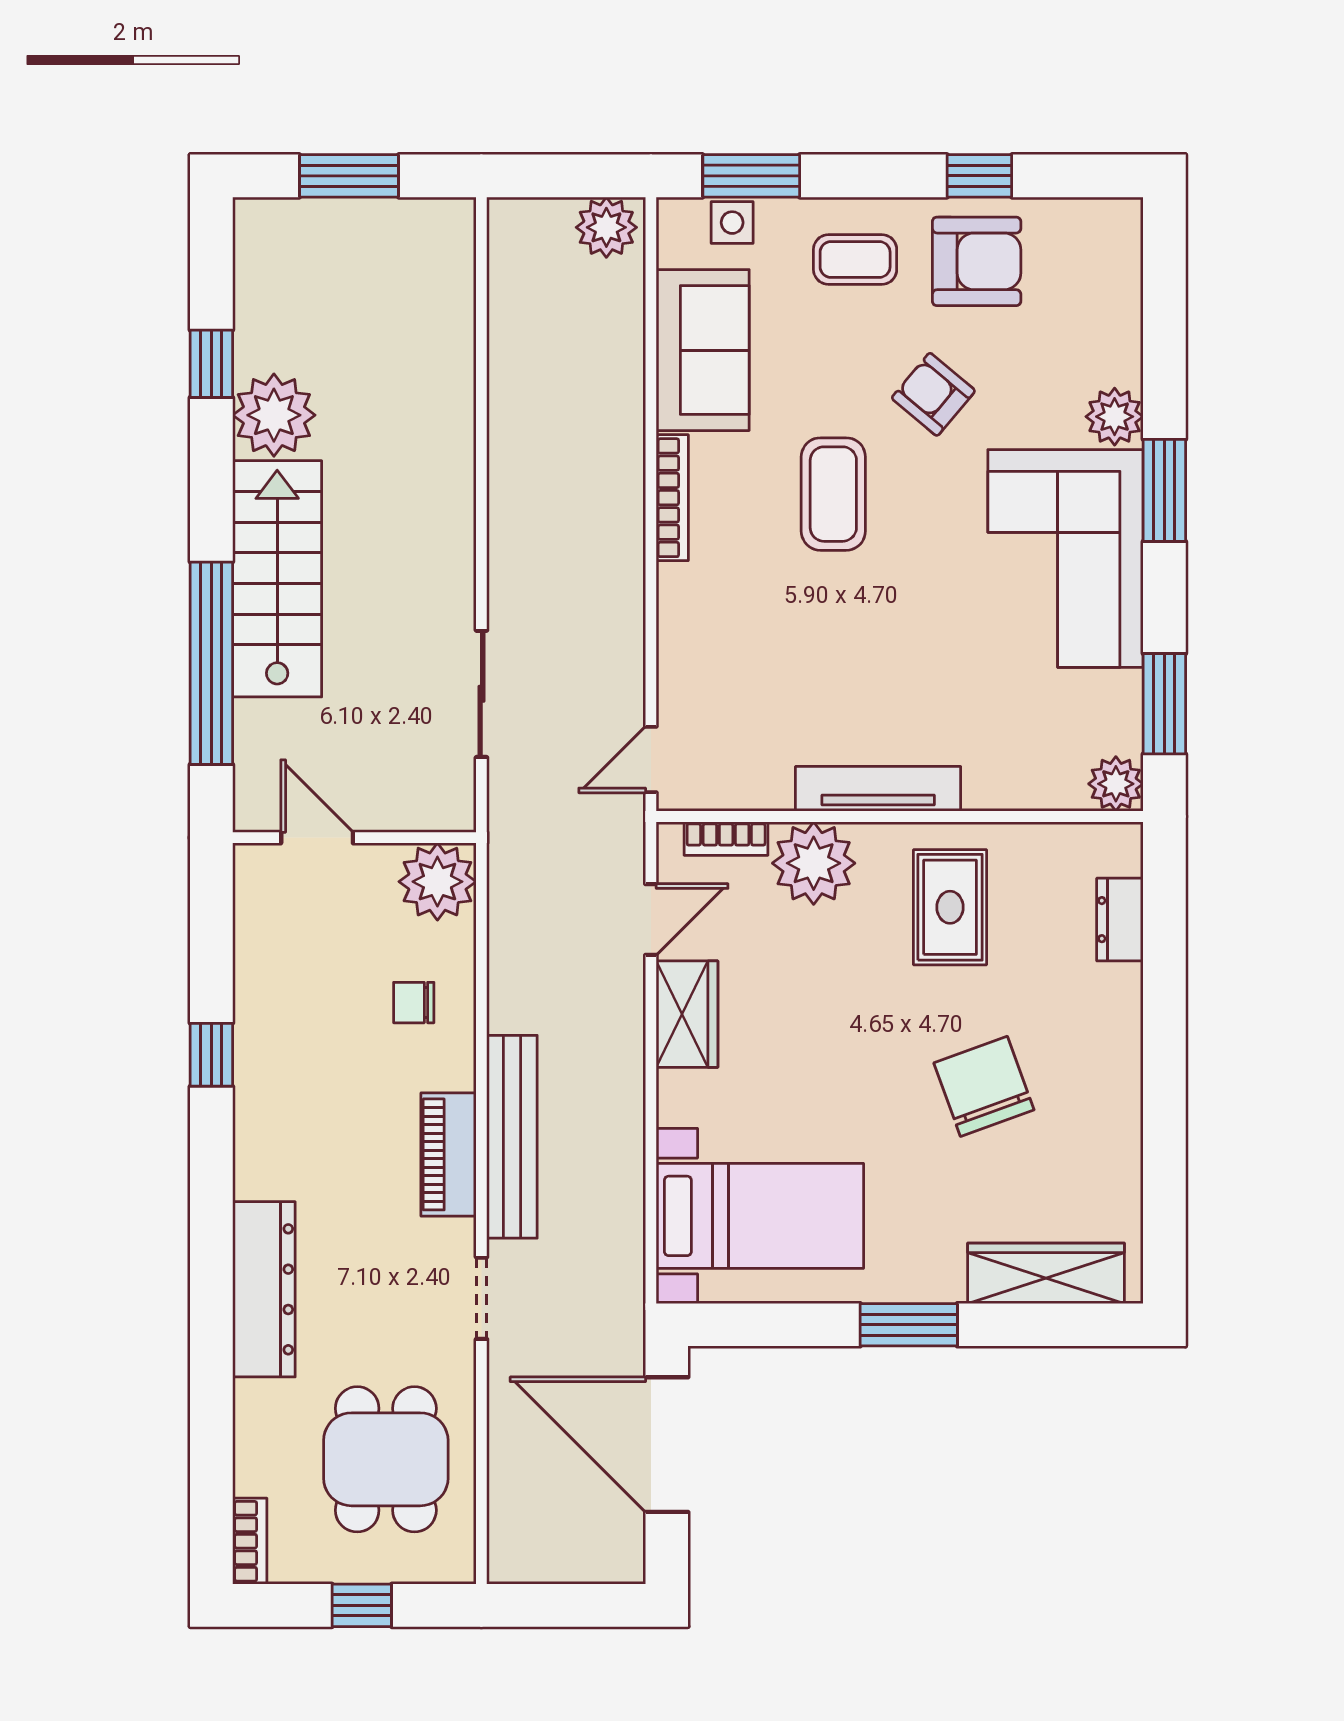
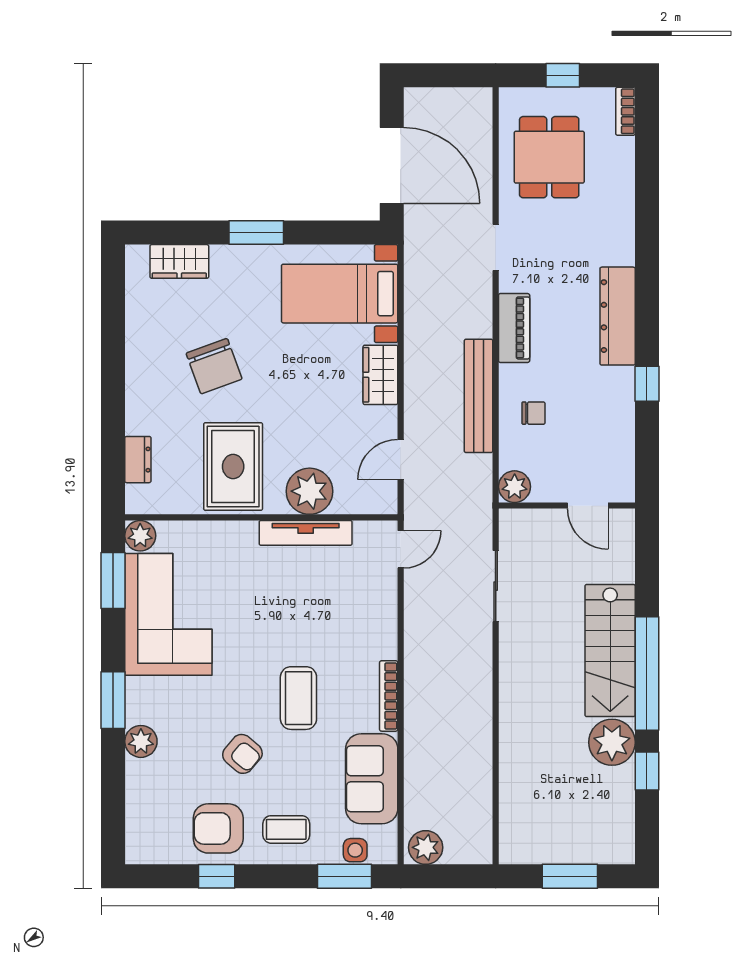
corner sofa: (1066, 558) -> (168, 614), moved
window: (211, 663) -> (647, 674), moved
tv unit: (878, 789) -> (306, 533), moved
bookcase: (726, 839) -> (359, 505), removed
plant: (437, 882) -> (515, 487), width x0.73, depth x0.73
rug: (950, 907) -> (233, 466), width x1.36, depth x1.43
wardrobe: (687, 1014) -> (380, 375), moved
bench: (512, 1137) -> (479, 396), moved
wardrobe: (1046, 1273) -> (179, 261), width x0.67
dresser: (264, 1289) -> (618, 316), moved

